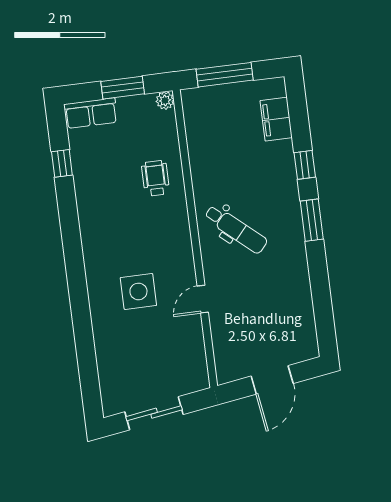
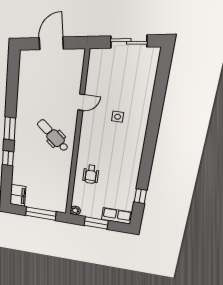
filing cabinet: (276, 119) -> (18, 195), moved
side table: (138, 291) -> (118, 117), width x0.54, depth x0.54

